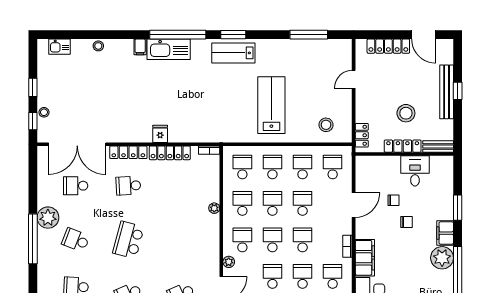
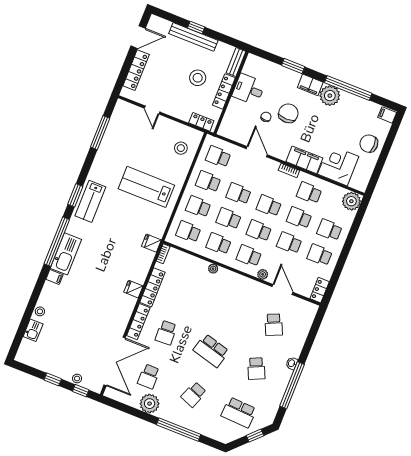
kitchen sink: (59, 47) -> (33, 330), moved
fridge: (215, 134) -> (151, 243), added
plant: (48, 218) -> (150, 404), moved
chair: (406, 222) -> (288, 113), width x1.87, depth x1.87

